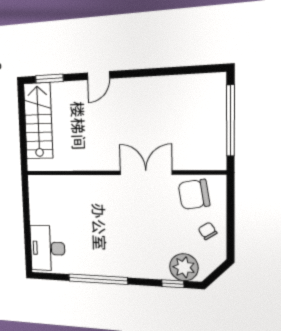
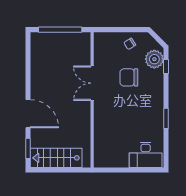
door: (98, 76) -> (28, 114), width x1.87
chair: (194, 194) -> (129, 77), moved, turned 99
window: (98, 279) -> (166, 118), width x0.47

